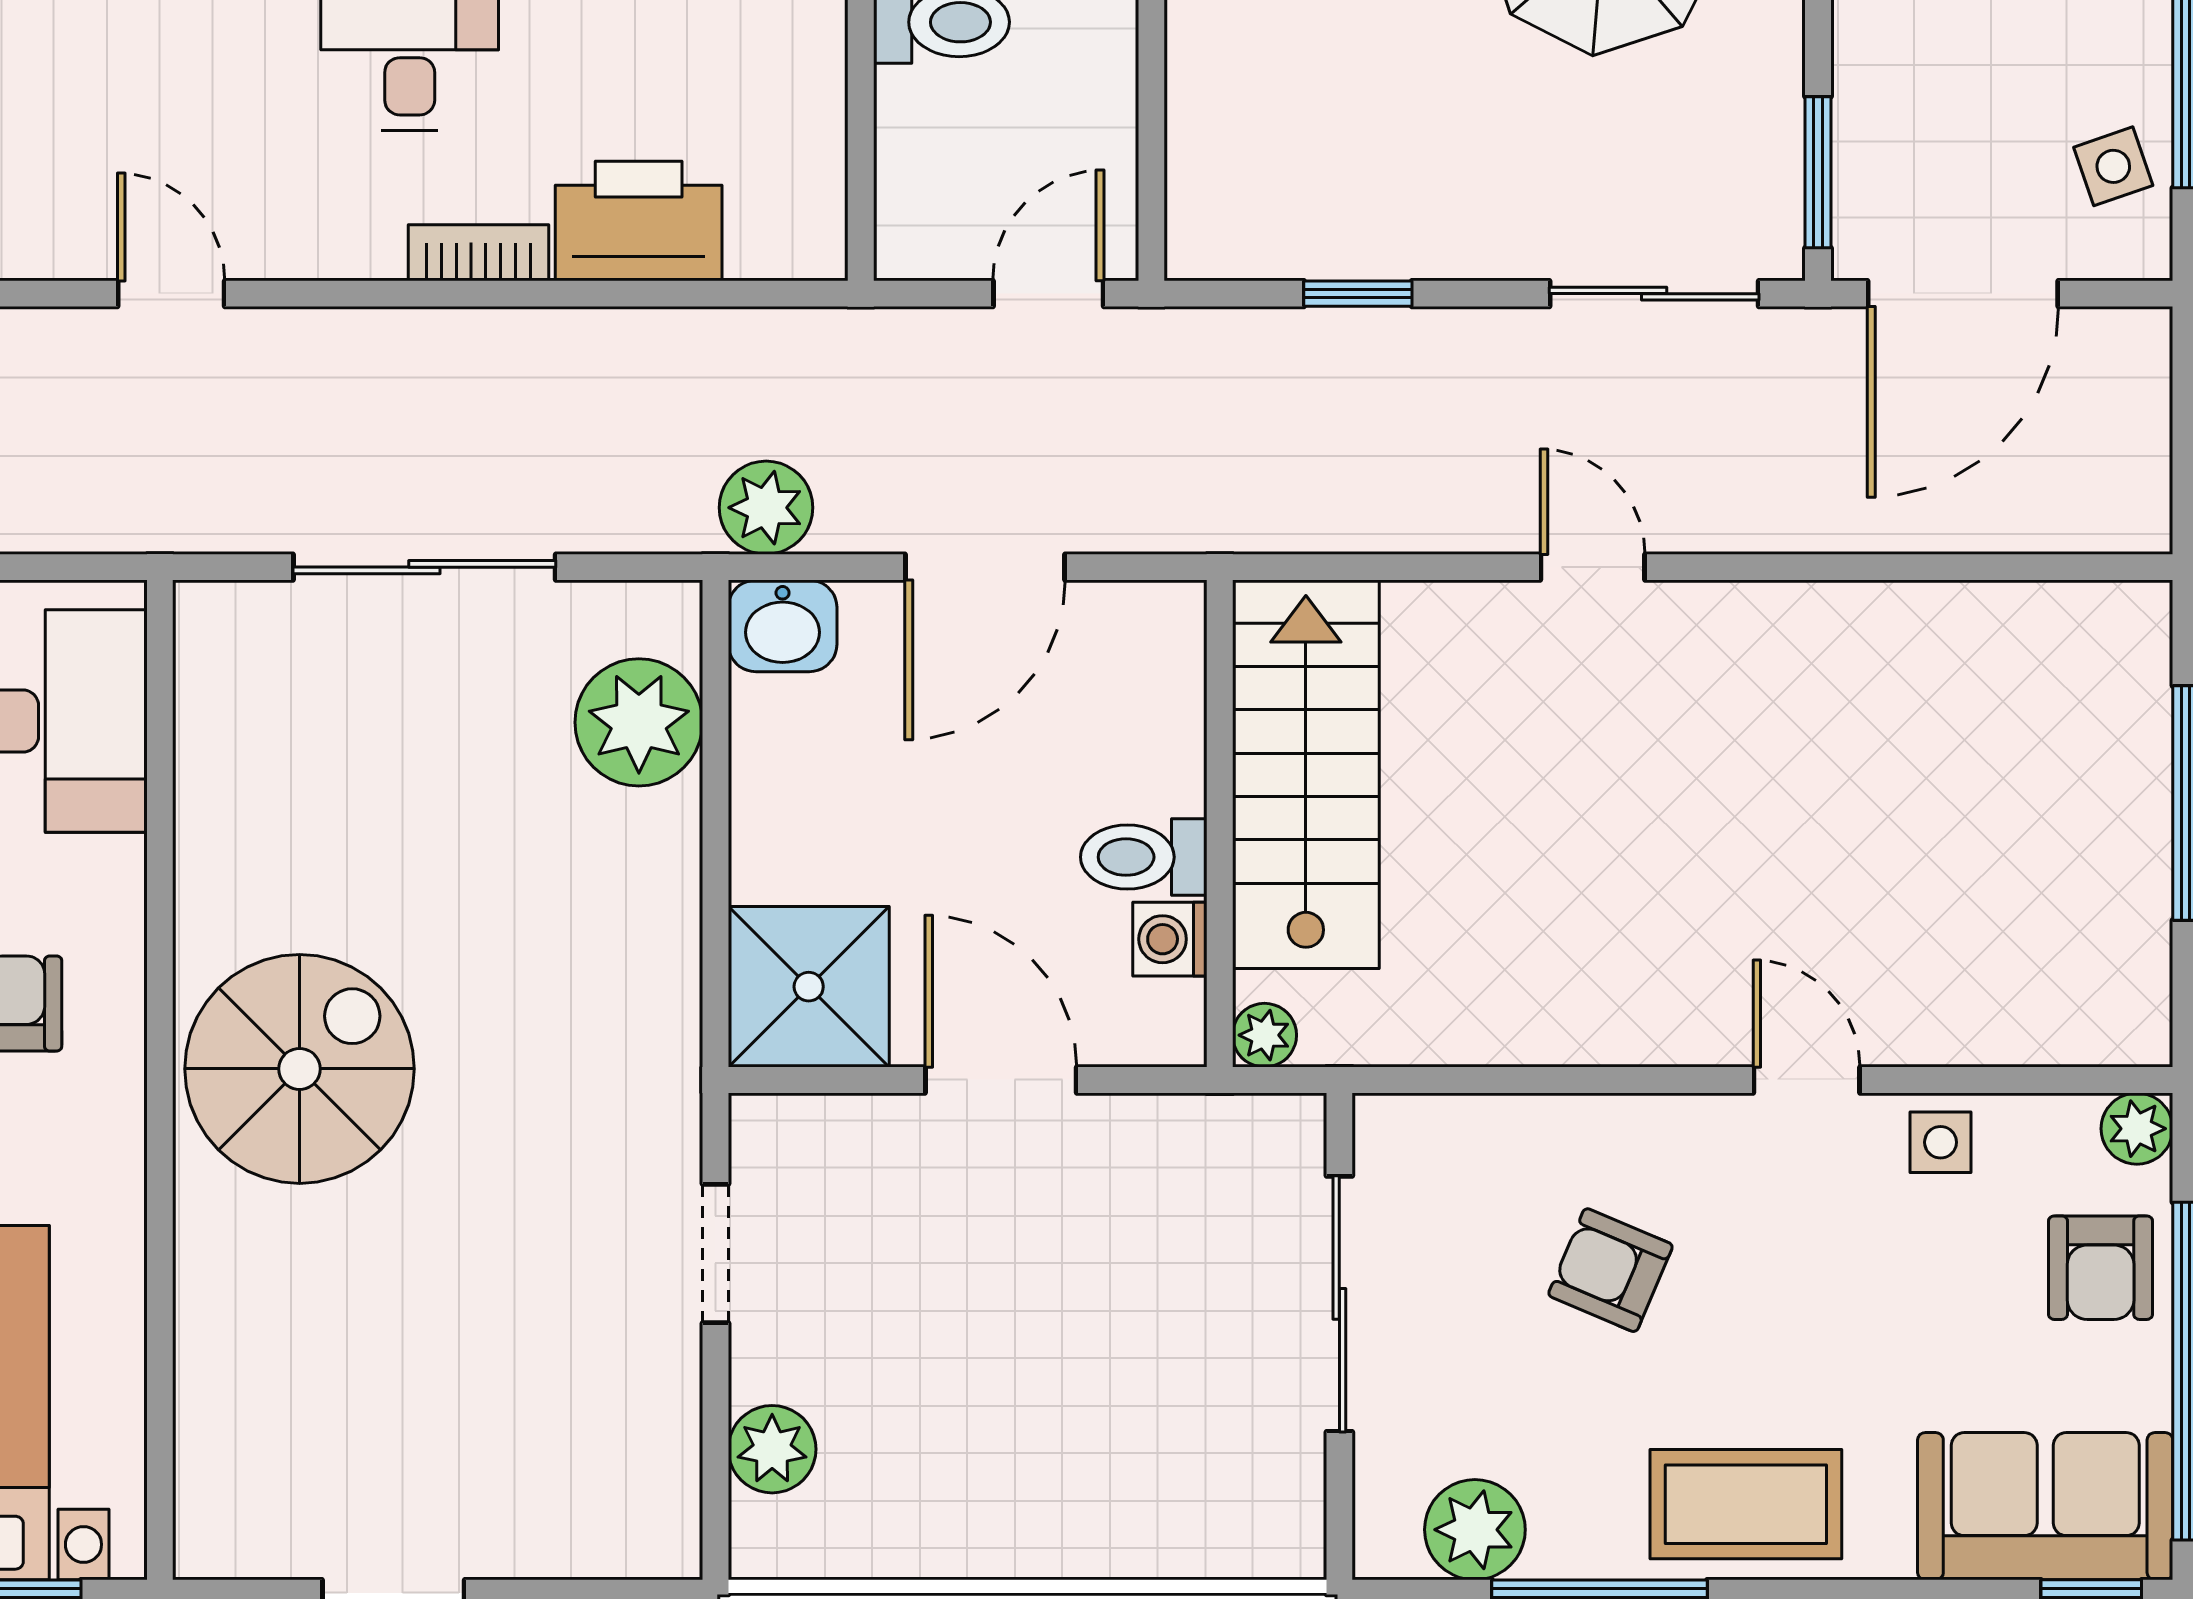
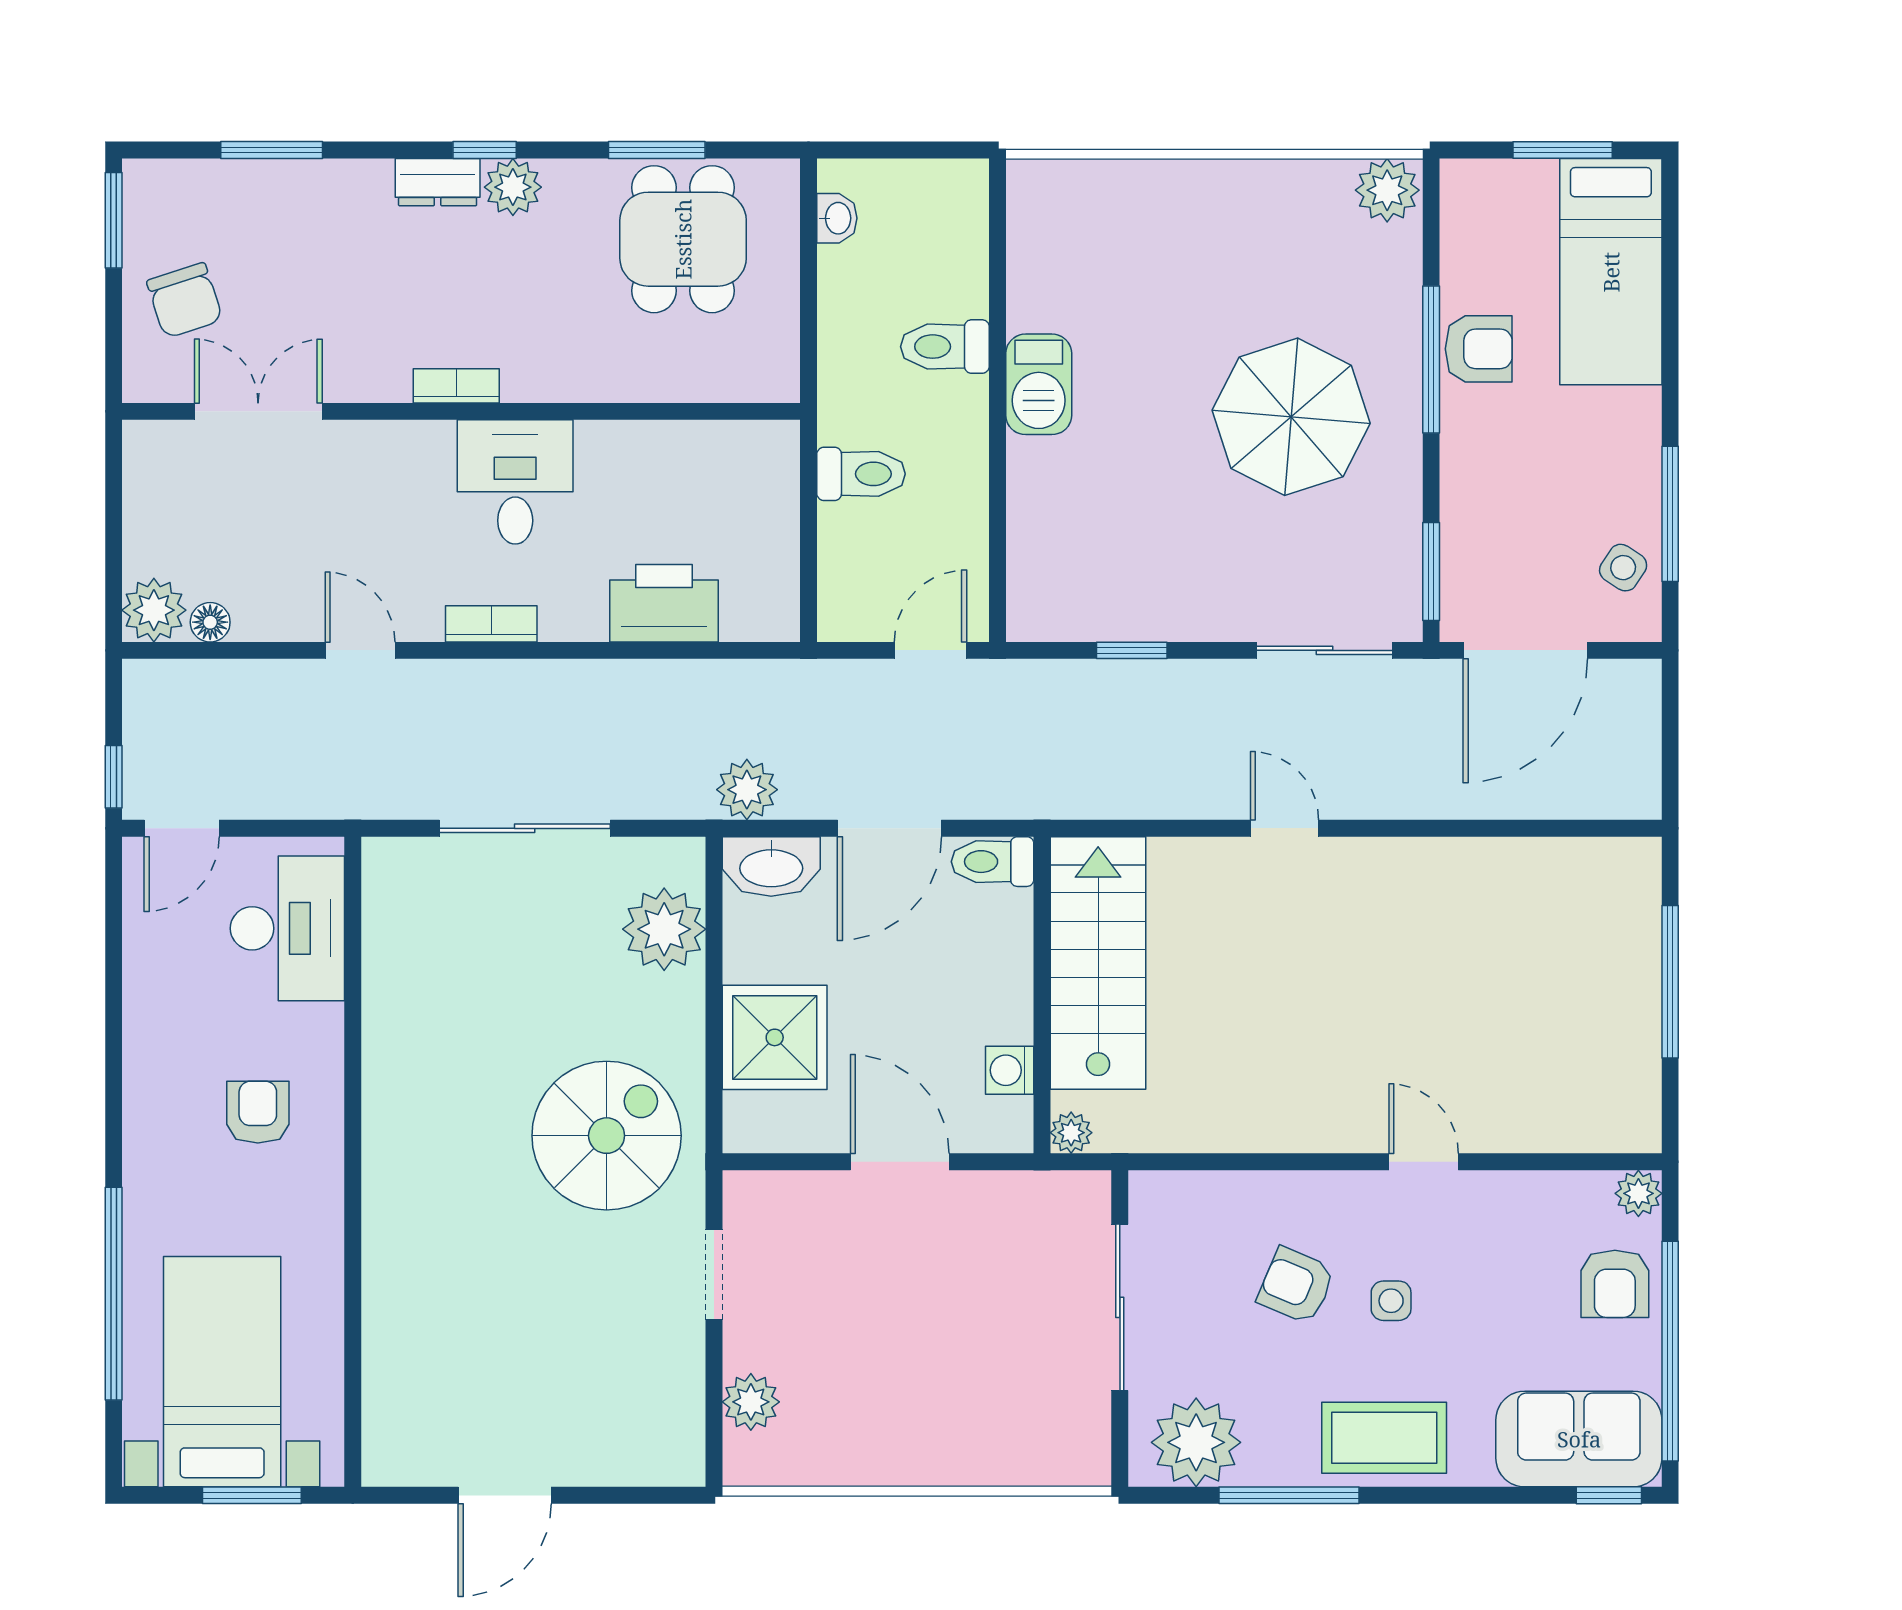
side table: (2113, 166) -> (1623, 568), turned -38
bookcase: (478, 253) -> (491, 624), moved
washbasin: (783, 626) -> (771, 866), width x1.38
toilet: (1144, 857) -> (993, 862), moved
shower: (809, 987) -> (775, 1037), moved
spiral stairs: (300, 1069) -> (607, 1136), moved
side table: (1941, 1142) -> (1391, 1301), moved
plant: (1475, 1530) -> (1196, 1442), width x1.36, depth x1.36

